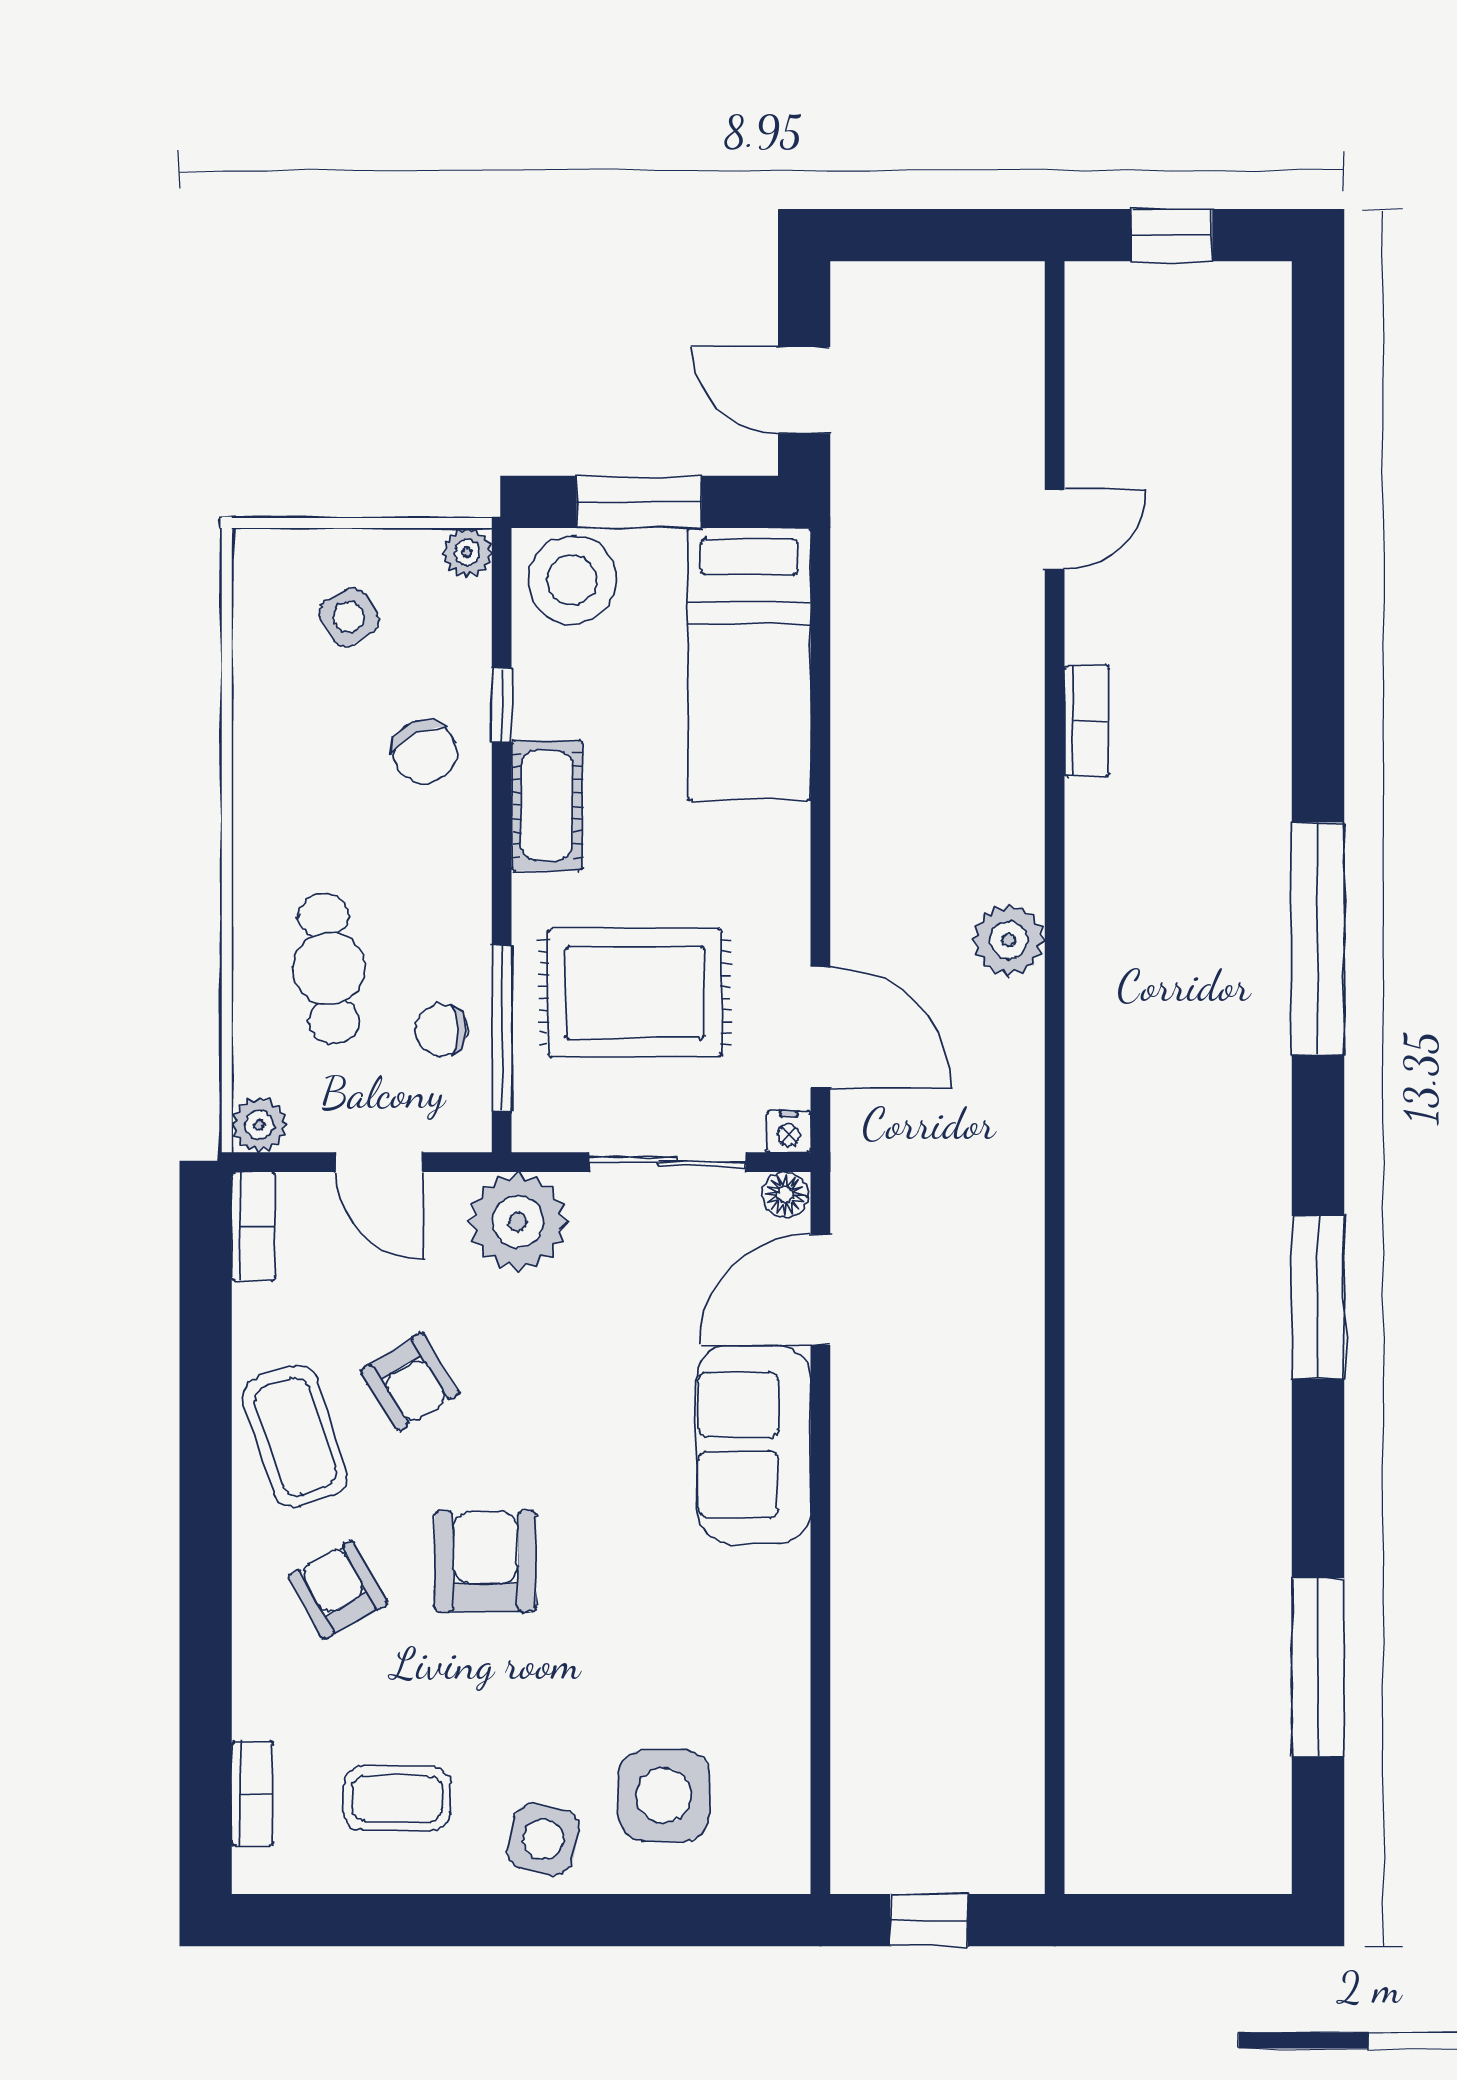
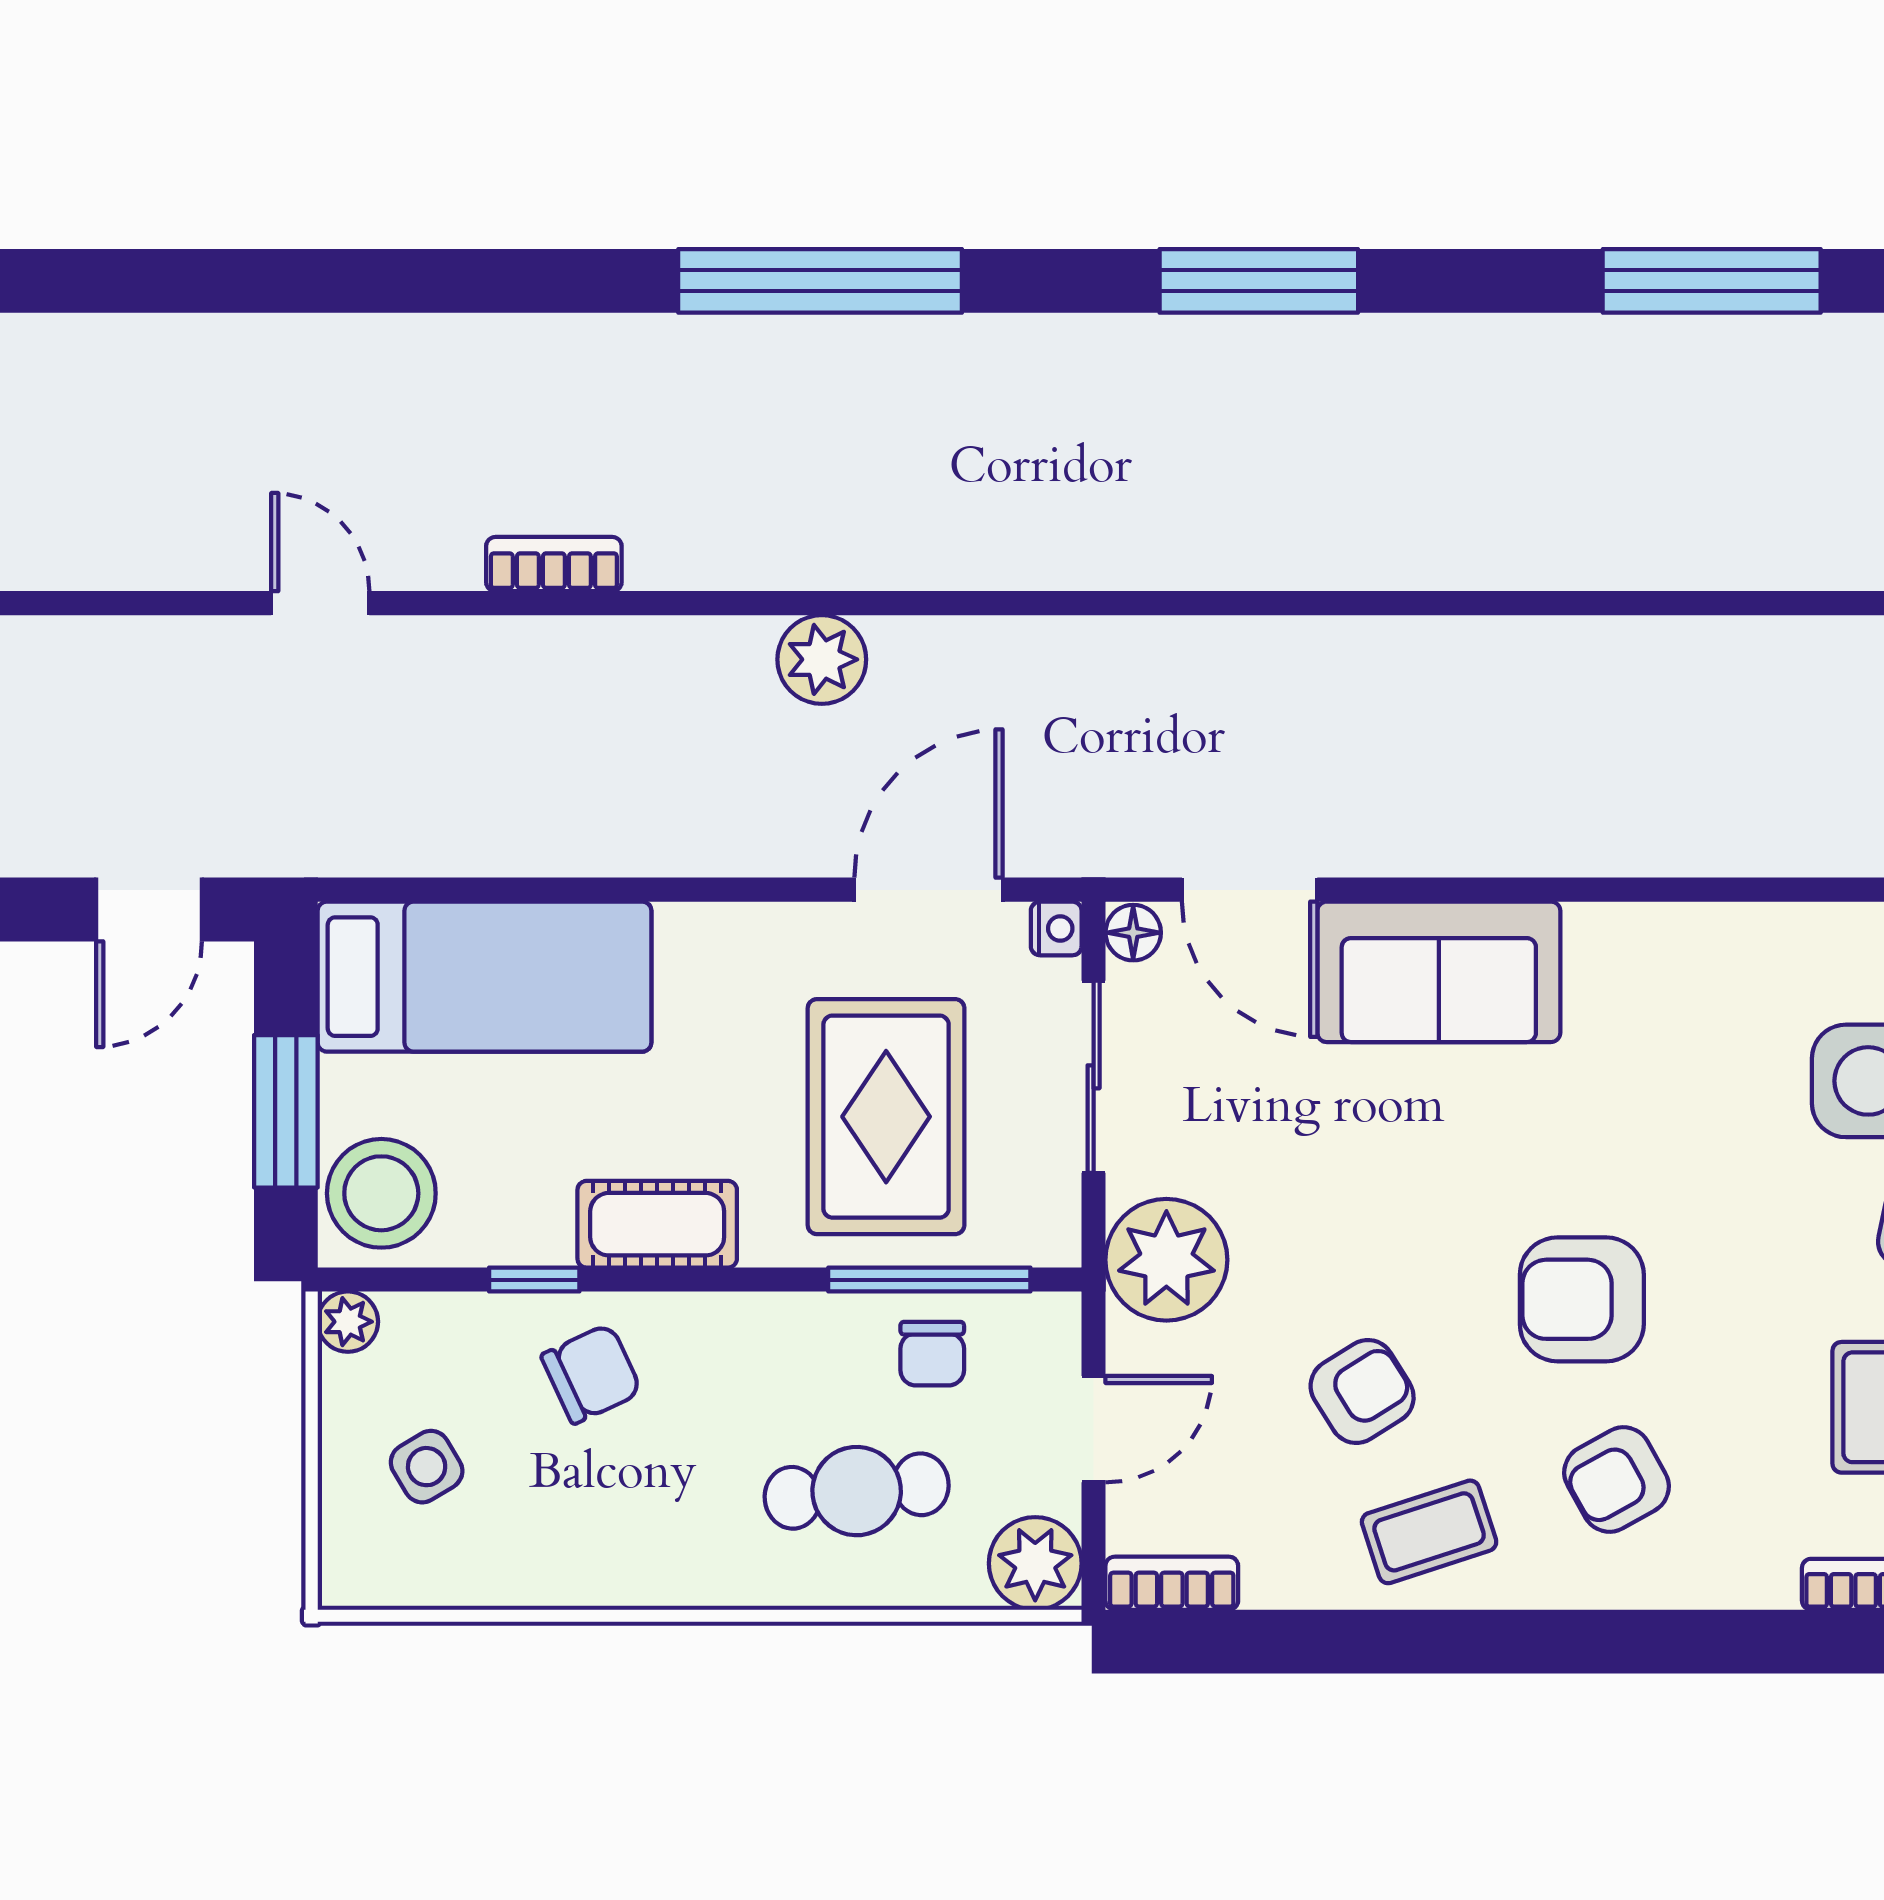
plant: (259, 1125) -> (1035, 1563), width x1.38, depth x1.38
coffee table: (295, 1436) -> (1429, 1532), width x0.73, depth x0.77

